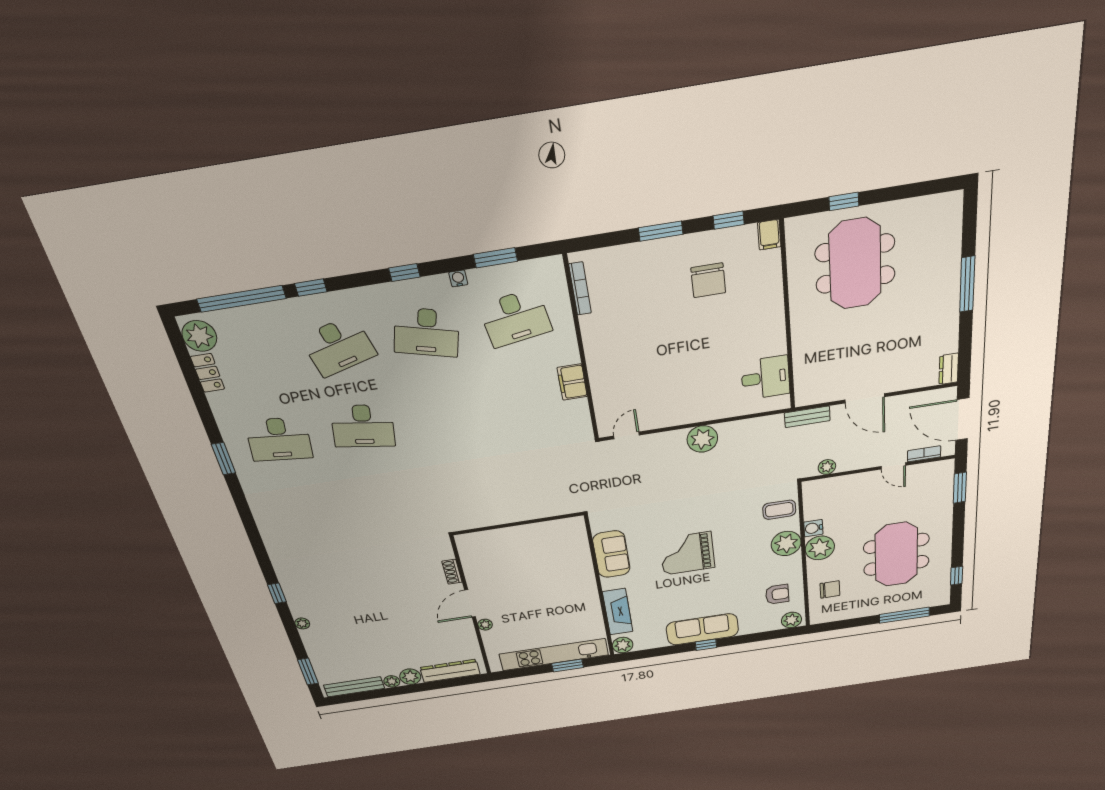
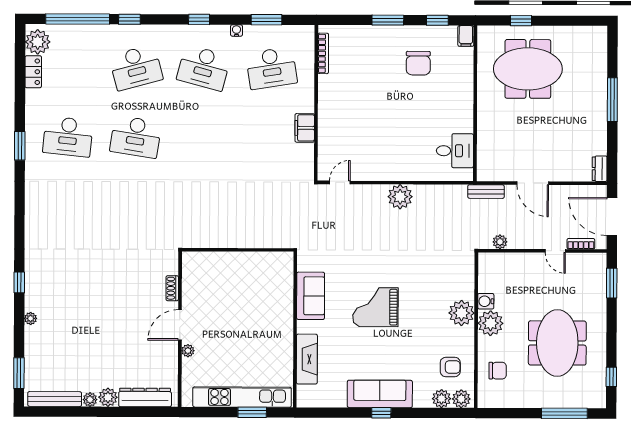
meeting table: (855, 264) -> (528, 69), turned 90
coffee table: (779, 510) -> (458, 277), removed
plant: (623, 645) -> (442, 399), moved

